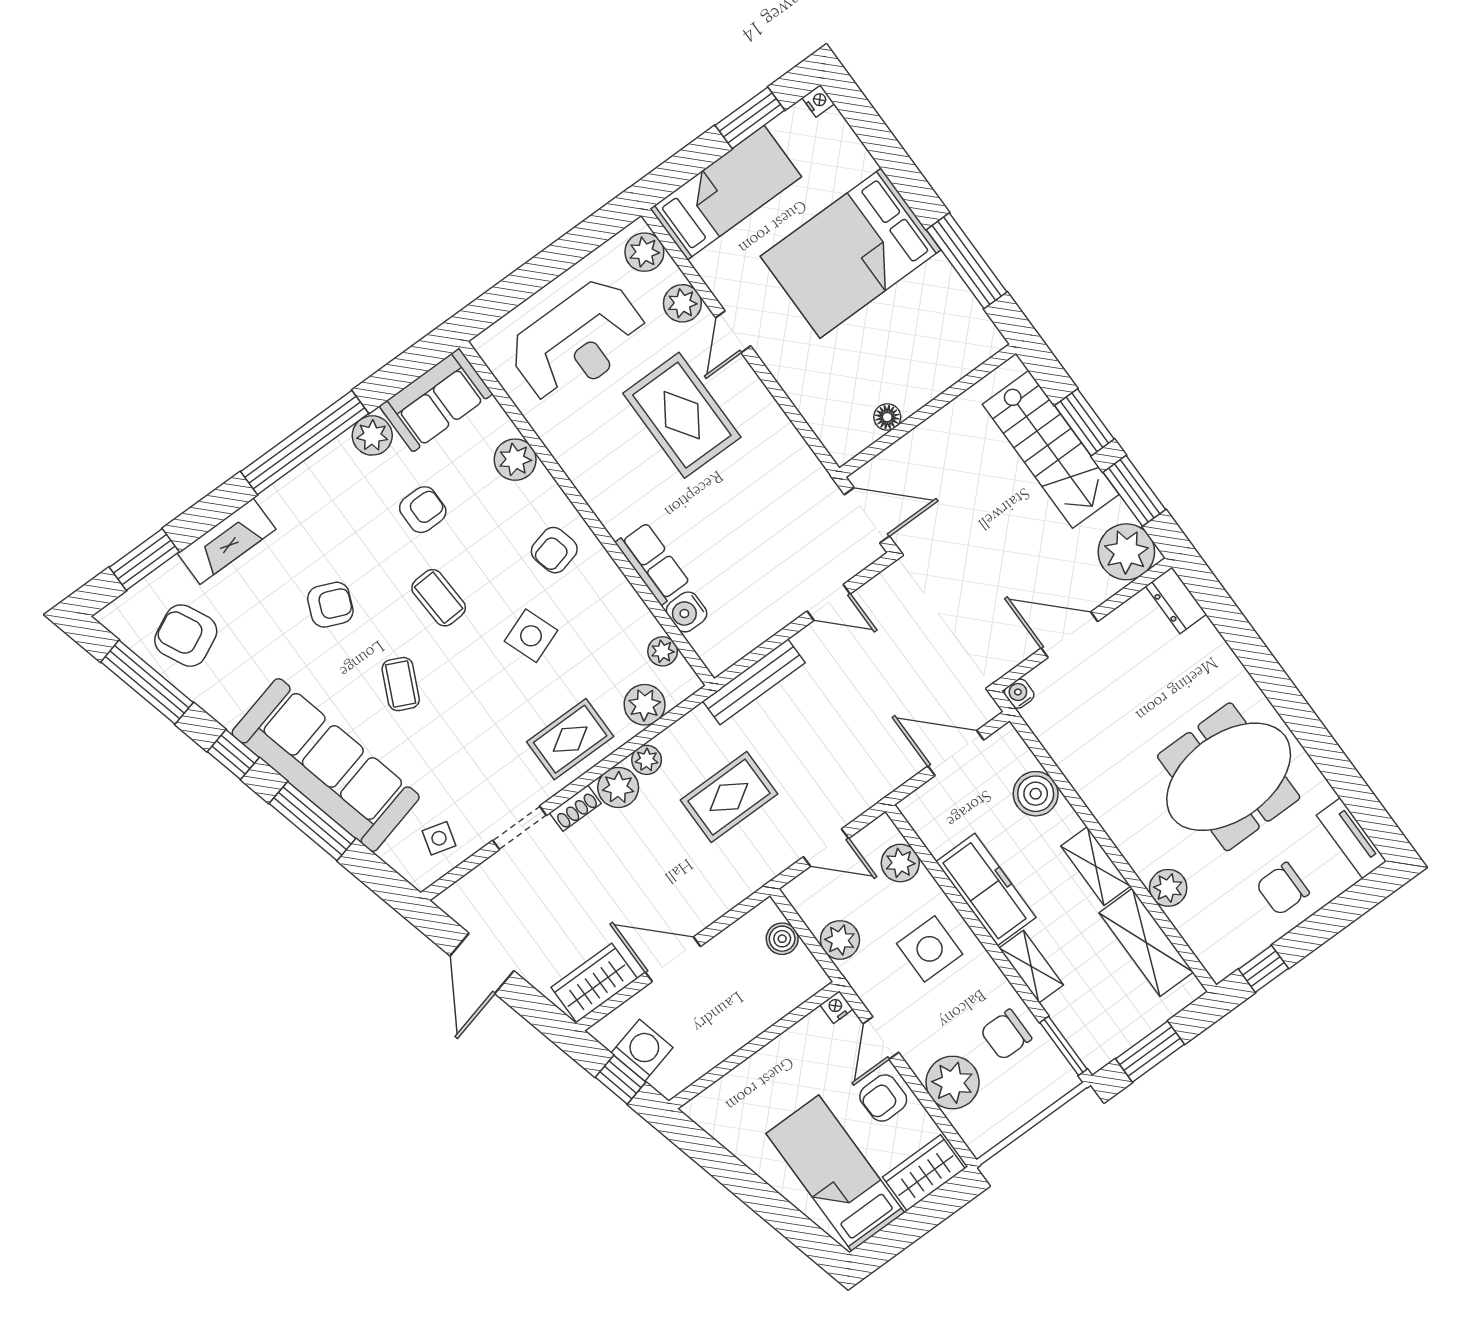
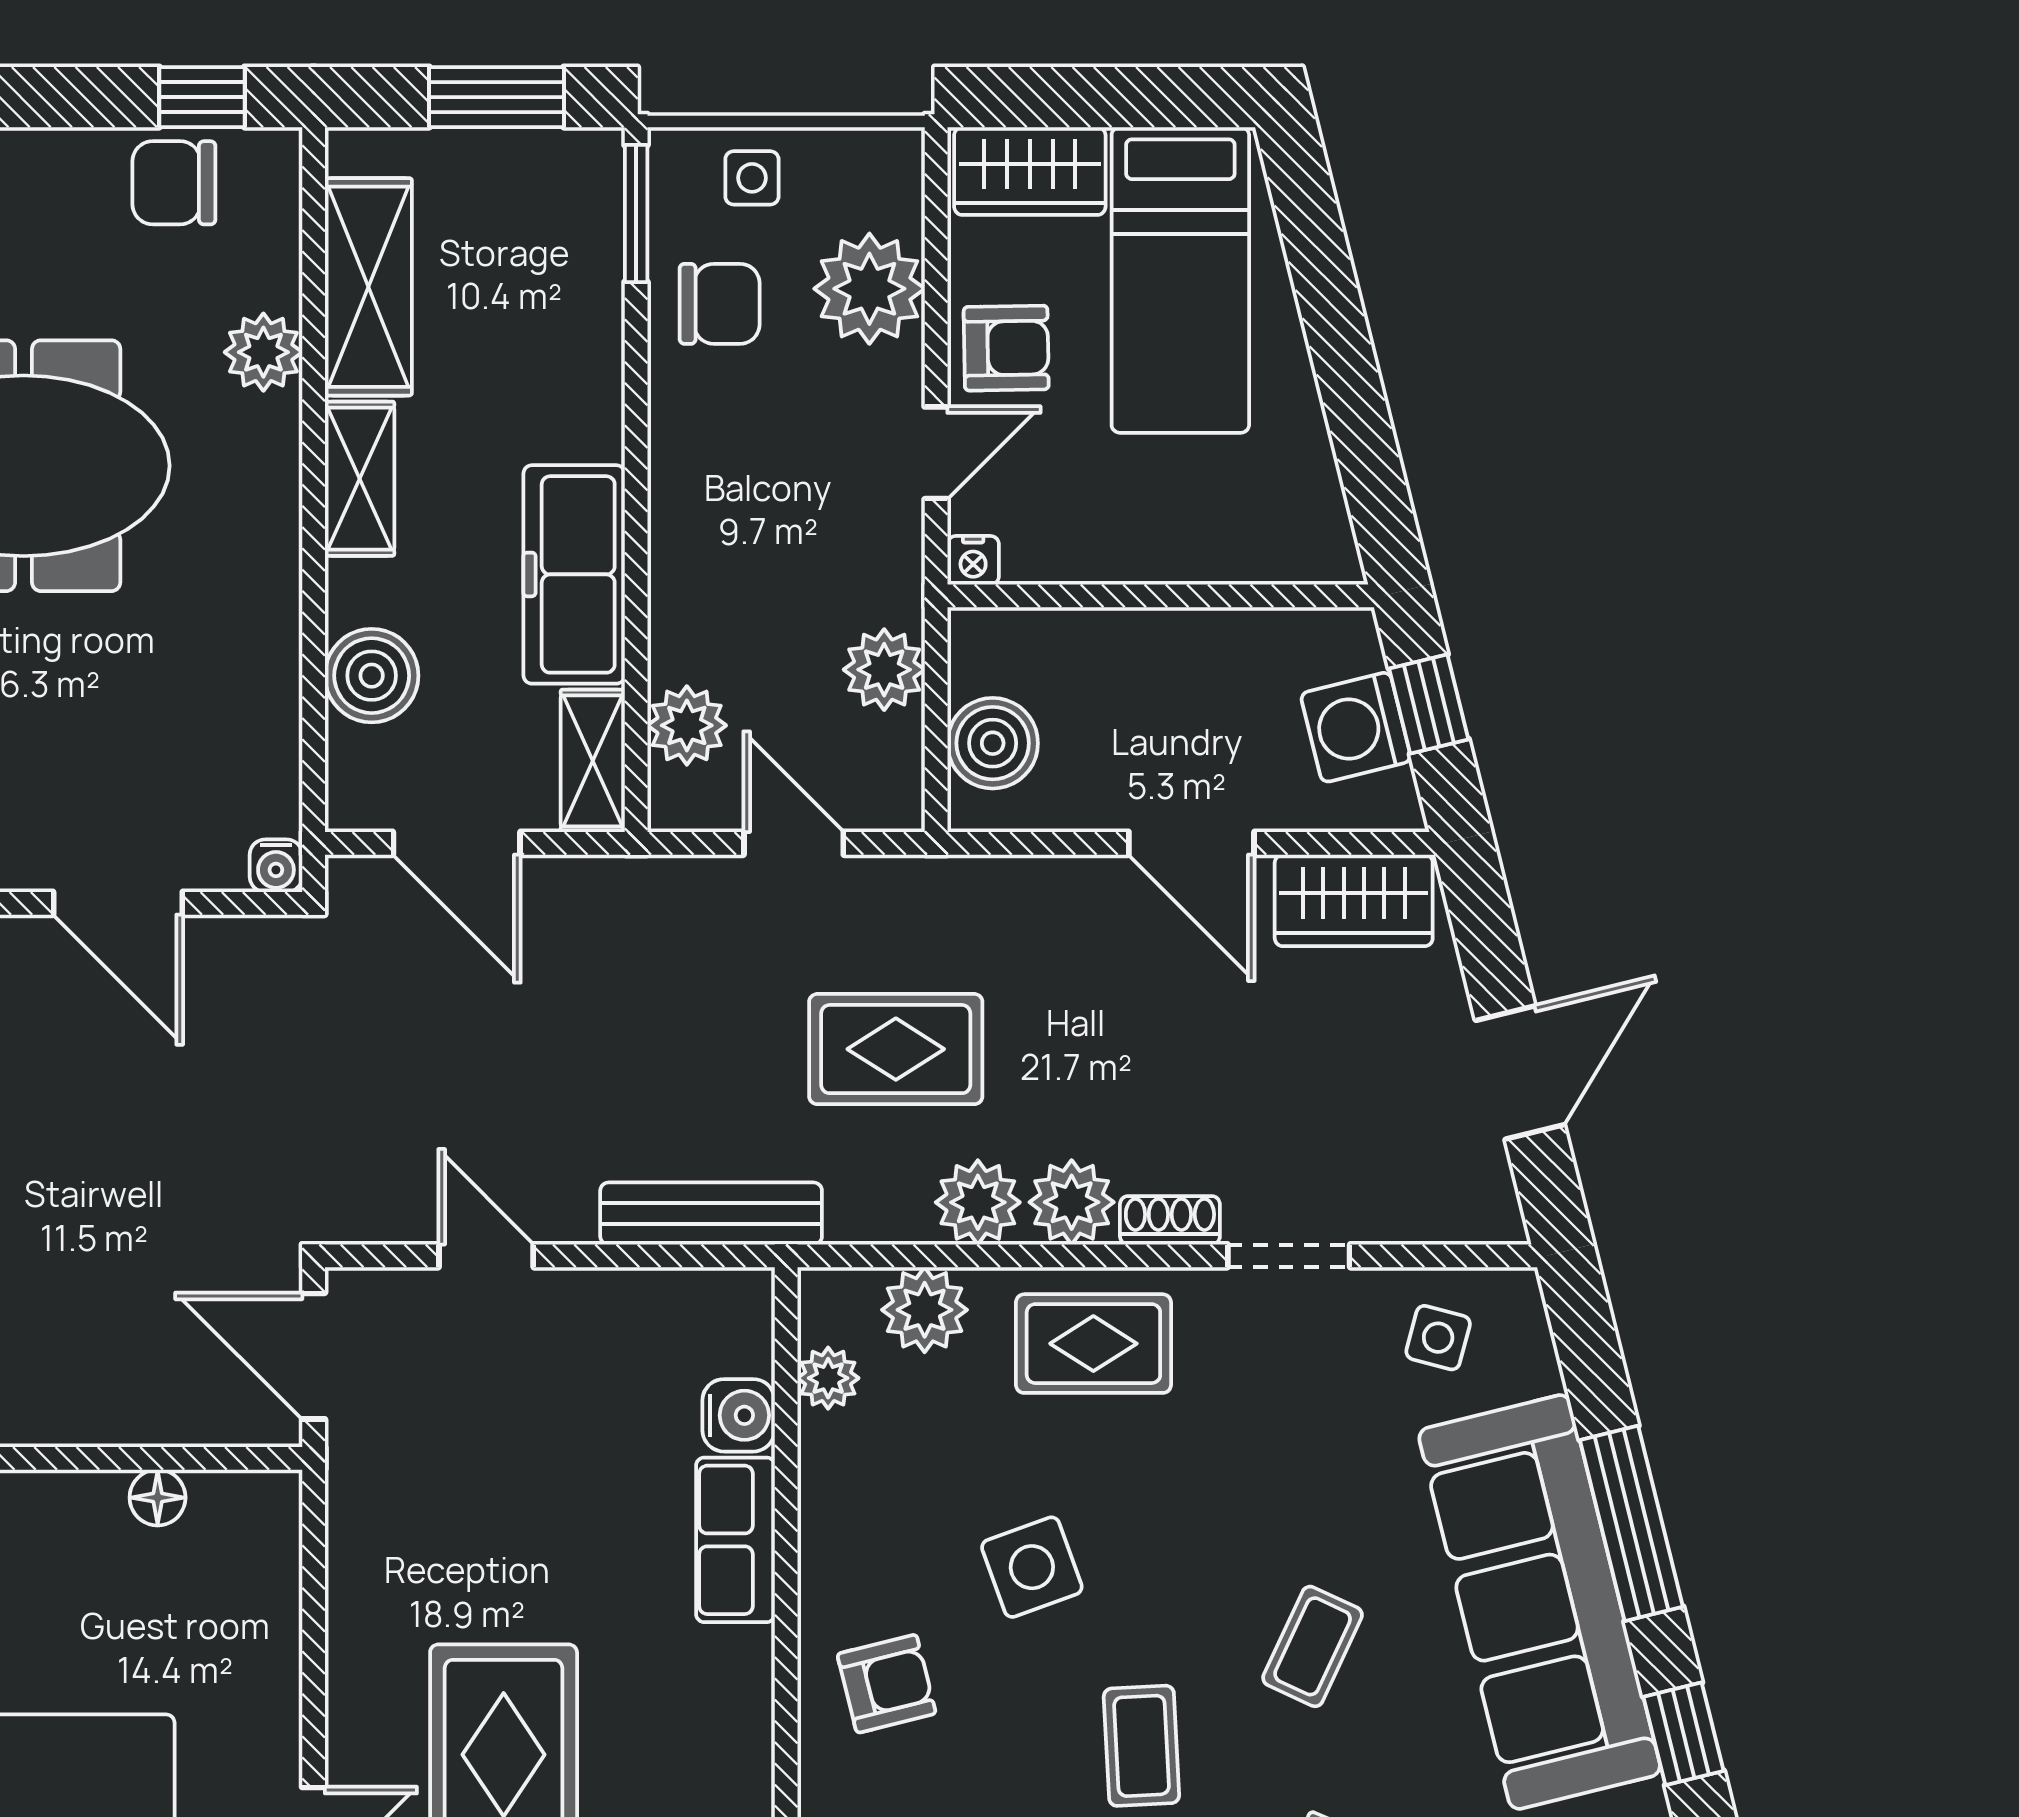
plant: (647, 760) -> (978, 1202), width x1.38, depth x1.38
chair: (1283, 889) -> (174, 183), moved, turned 180
boiler: (782, 939) -> (993, 743), width x1.36, depth x1.36
side table: (930, 949) -> (752, 178), moved, width x0.54, depth x0.54
shelving: (1031, 967) -> (593, 761), moved

